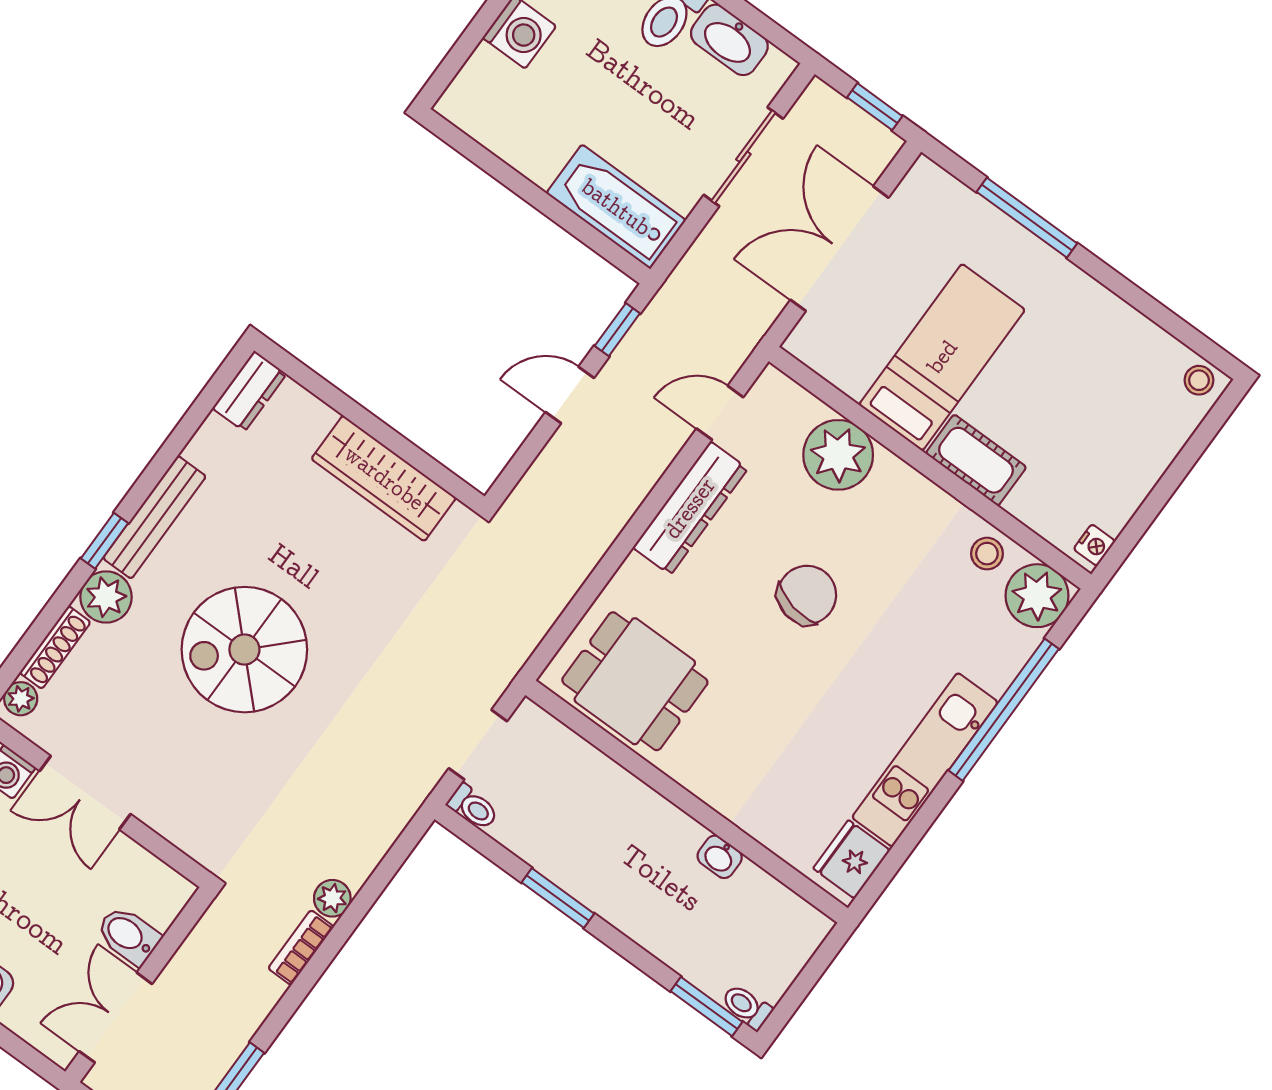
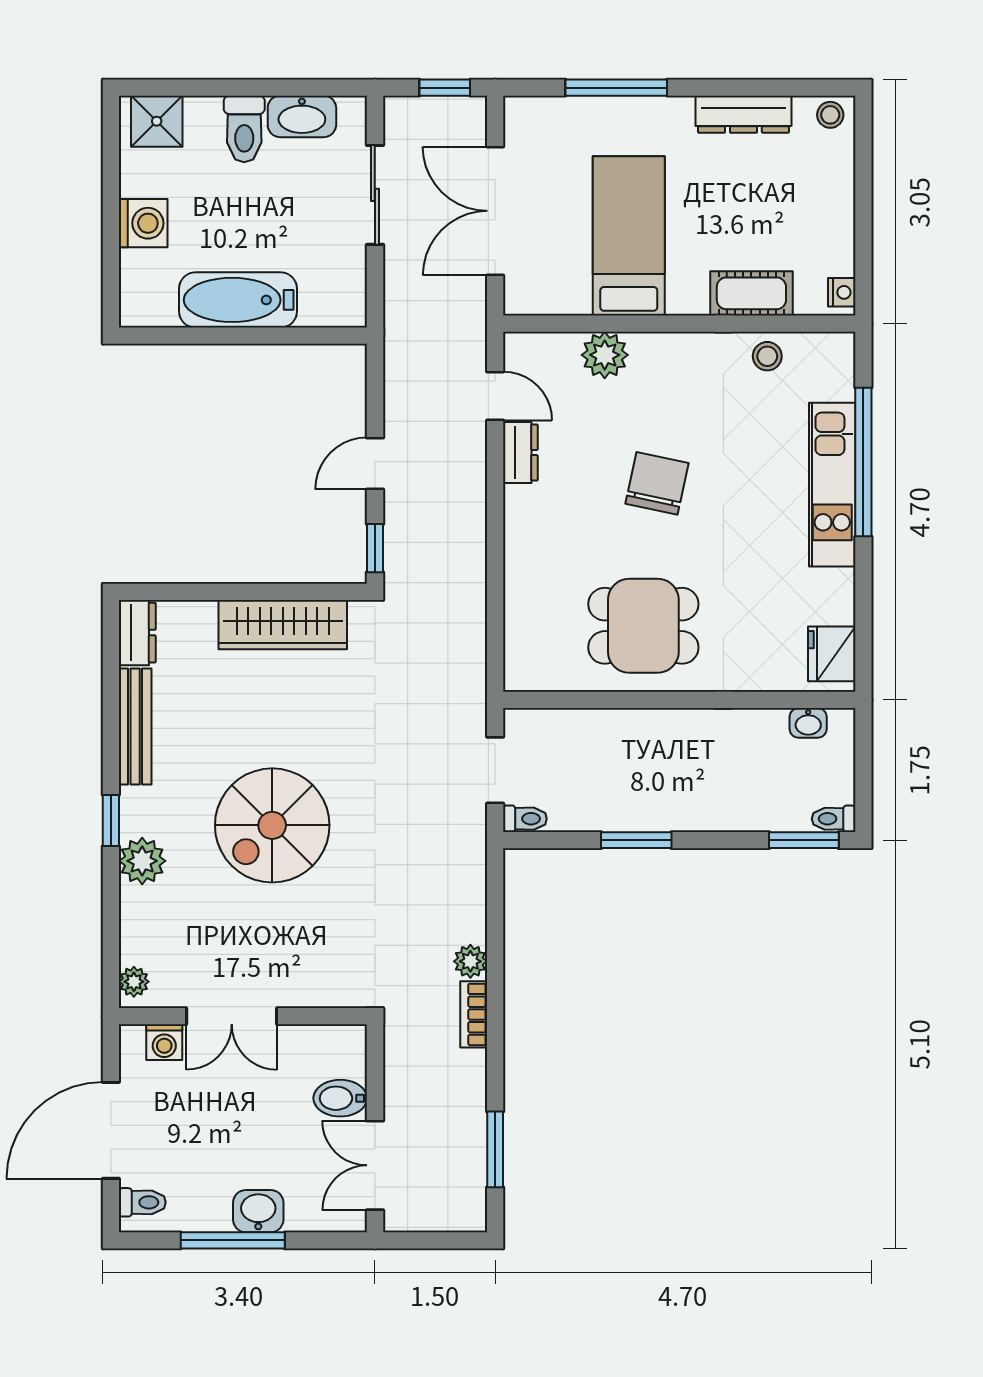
bathtub: (616, 207) -> (238, 300), moved
dresser: (1122, 324) -> (743, 114), added
window: (617, 330) -> (375, 548), moved
door: (720, 413) -> (495, 396), swing flipped
plant: (838, 455) -> (605, 355), width x0.73, depth x0.73
cot: (976, 460) -> (751, 293), moved
dresser: (690, 508) -> (520, 453), width x0.51, depth x0.80
bench: (155, 517) -> (135, 727), moved
plant: (1037, 596) -> (827, 360), removed
shoe rack: (55, 647) -> (132, 925), removed
dining table: (635, 681) -> (643, 626), moved
kitchen unit: (925, 760) -> (832, 485), moved
washbasin: (720, 857) -> (808, 723), moved

